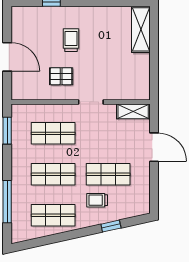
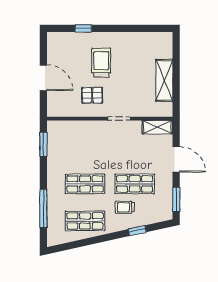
shelving: (141, 29) -> (164, 80), moved
trolley: (71, 40) -> (101, 63), width x1.36, depth x1.39
shop shelf: (53, 133) -> (85, 147), removed
window: (154, 192) -> (176, 199), added

